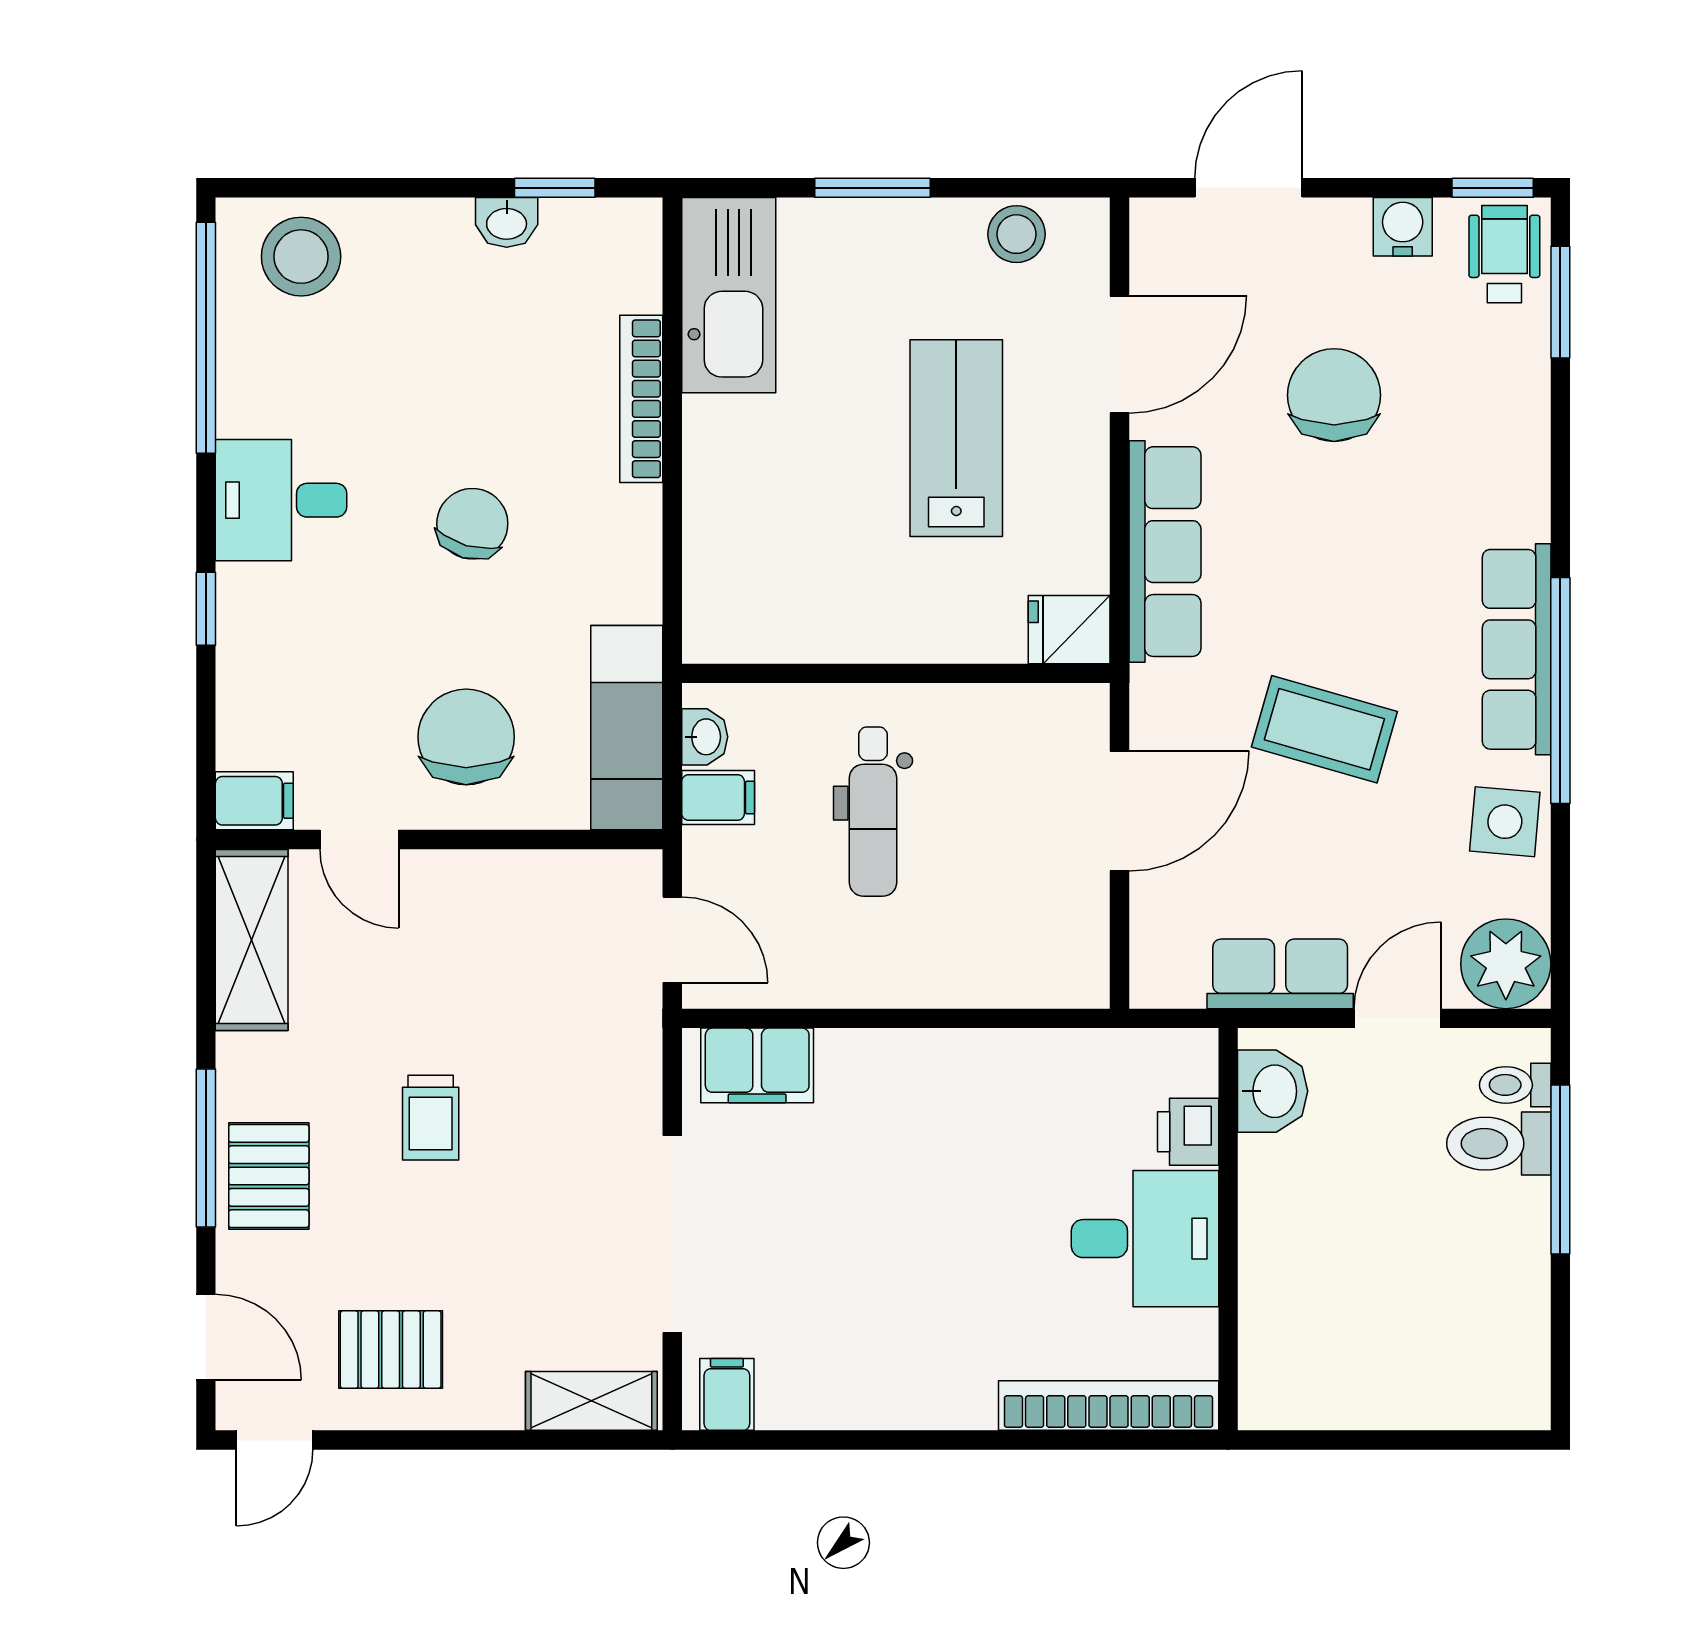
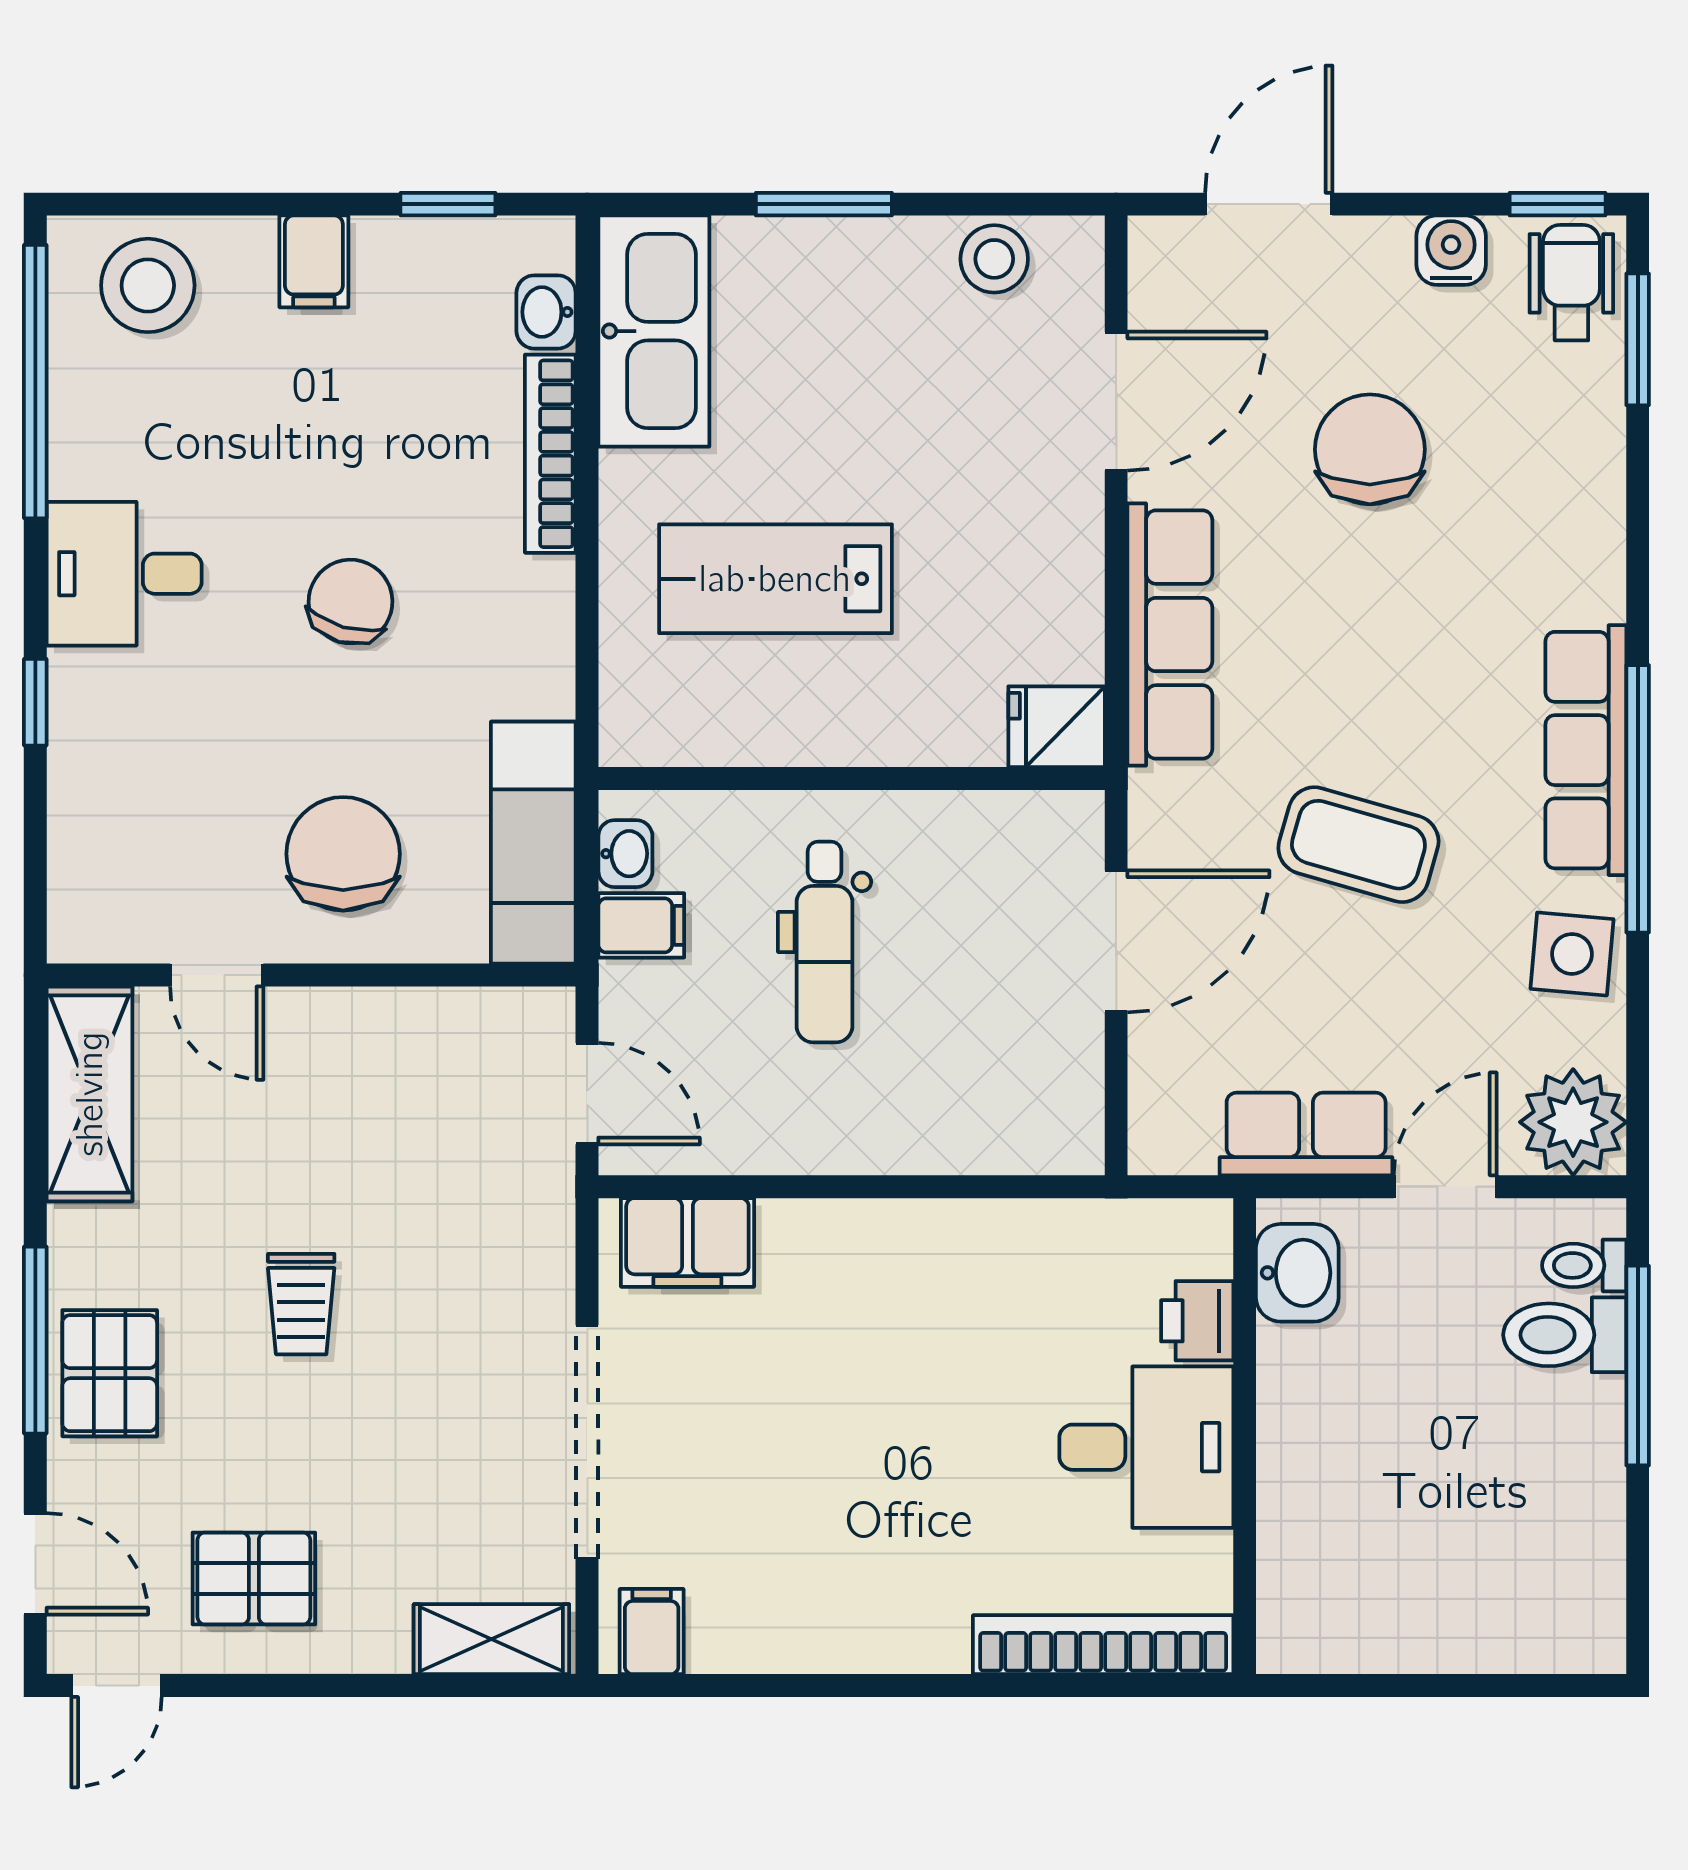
washbasin: (507, 222) -> (546, 312), moved, turned 90
lab bench: (956, 438) -> (775, 579), moved, turned -90
filing cabinet: (254, 801) -> (314, 261), moved, turned 90

